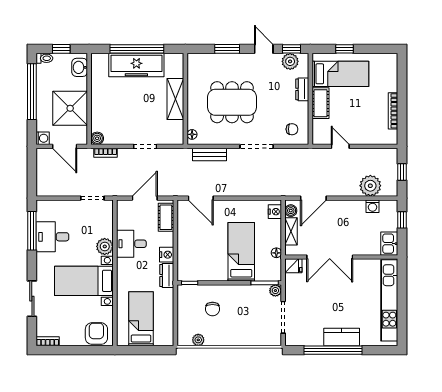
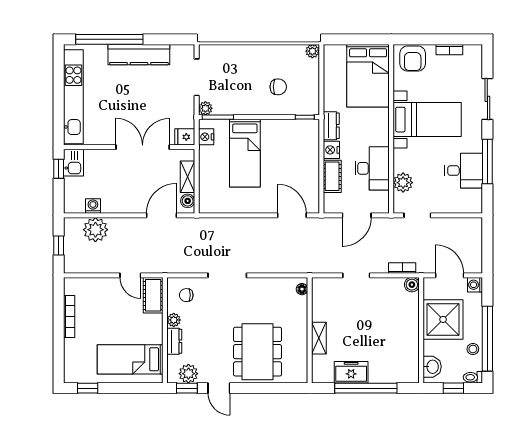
window: (227, 49) -> (261, 388), removed
window: (345, 49) -> (88, 388), moved
freezer: (136, 65) -> (351, 372), width x0.52, depth x0.79
stool: (44, 83) -> (473, 349), added
shelving: (175, 99) -> (319, 338), width x0.67, depth x0.75
dining table: (232, 102) -> (258, 352), moved, turned 90
cot: (321, 103) -> (153, 295), moved
plant: (303, 108) -> (174, 320), added
bench: (210, 155) -> (282, 266), removed
nightstand: (275, 212) -> (206, 137), moved
cot: (166, 217) -> (332, 176), moved
window: (402, 220) -> (59, 169), moved
window: (32, 231) -> (487, 161), moved
desk: (131, 244) -> (372, 168), width x1.37
plant: (105, 246) -> (403, 183), moved
floor lamp: (276, 253) -> (204, 152), removed
chair: (213, 309) -> (278, 87), turned 90
bed: (141, 319) -> (368, 76), width x1.50
kitchen counter: (342, 337) -> (139, 55), width x1.50
plant: (198, 340) -> (312, 51), moved
bookcase: (48, 341) -> (449, 50), moved
window: (333, 350) -> (109, 39), moved

